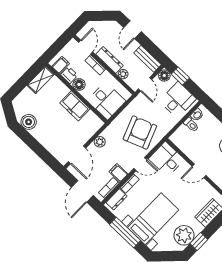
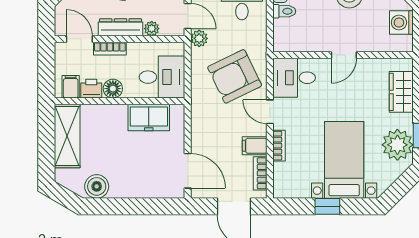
shelving: (41, 80) -> (67, 136), width x1.50, depth x1.33
freezer: (75, 106) -> (149, 117), moved
armchair: (140, 132) -> (235, 76), turned -95
plant: (100, 142) -> (199, 38), moved
door: (140, 164) -> (270, 112), swing flipped
dresser: (117, 199) -> (281, 178), removed
window: (125, 233) -> (327, 206), width x0.46

